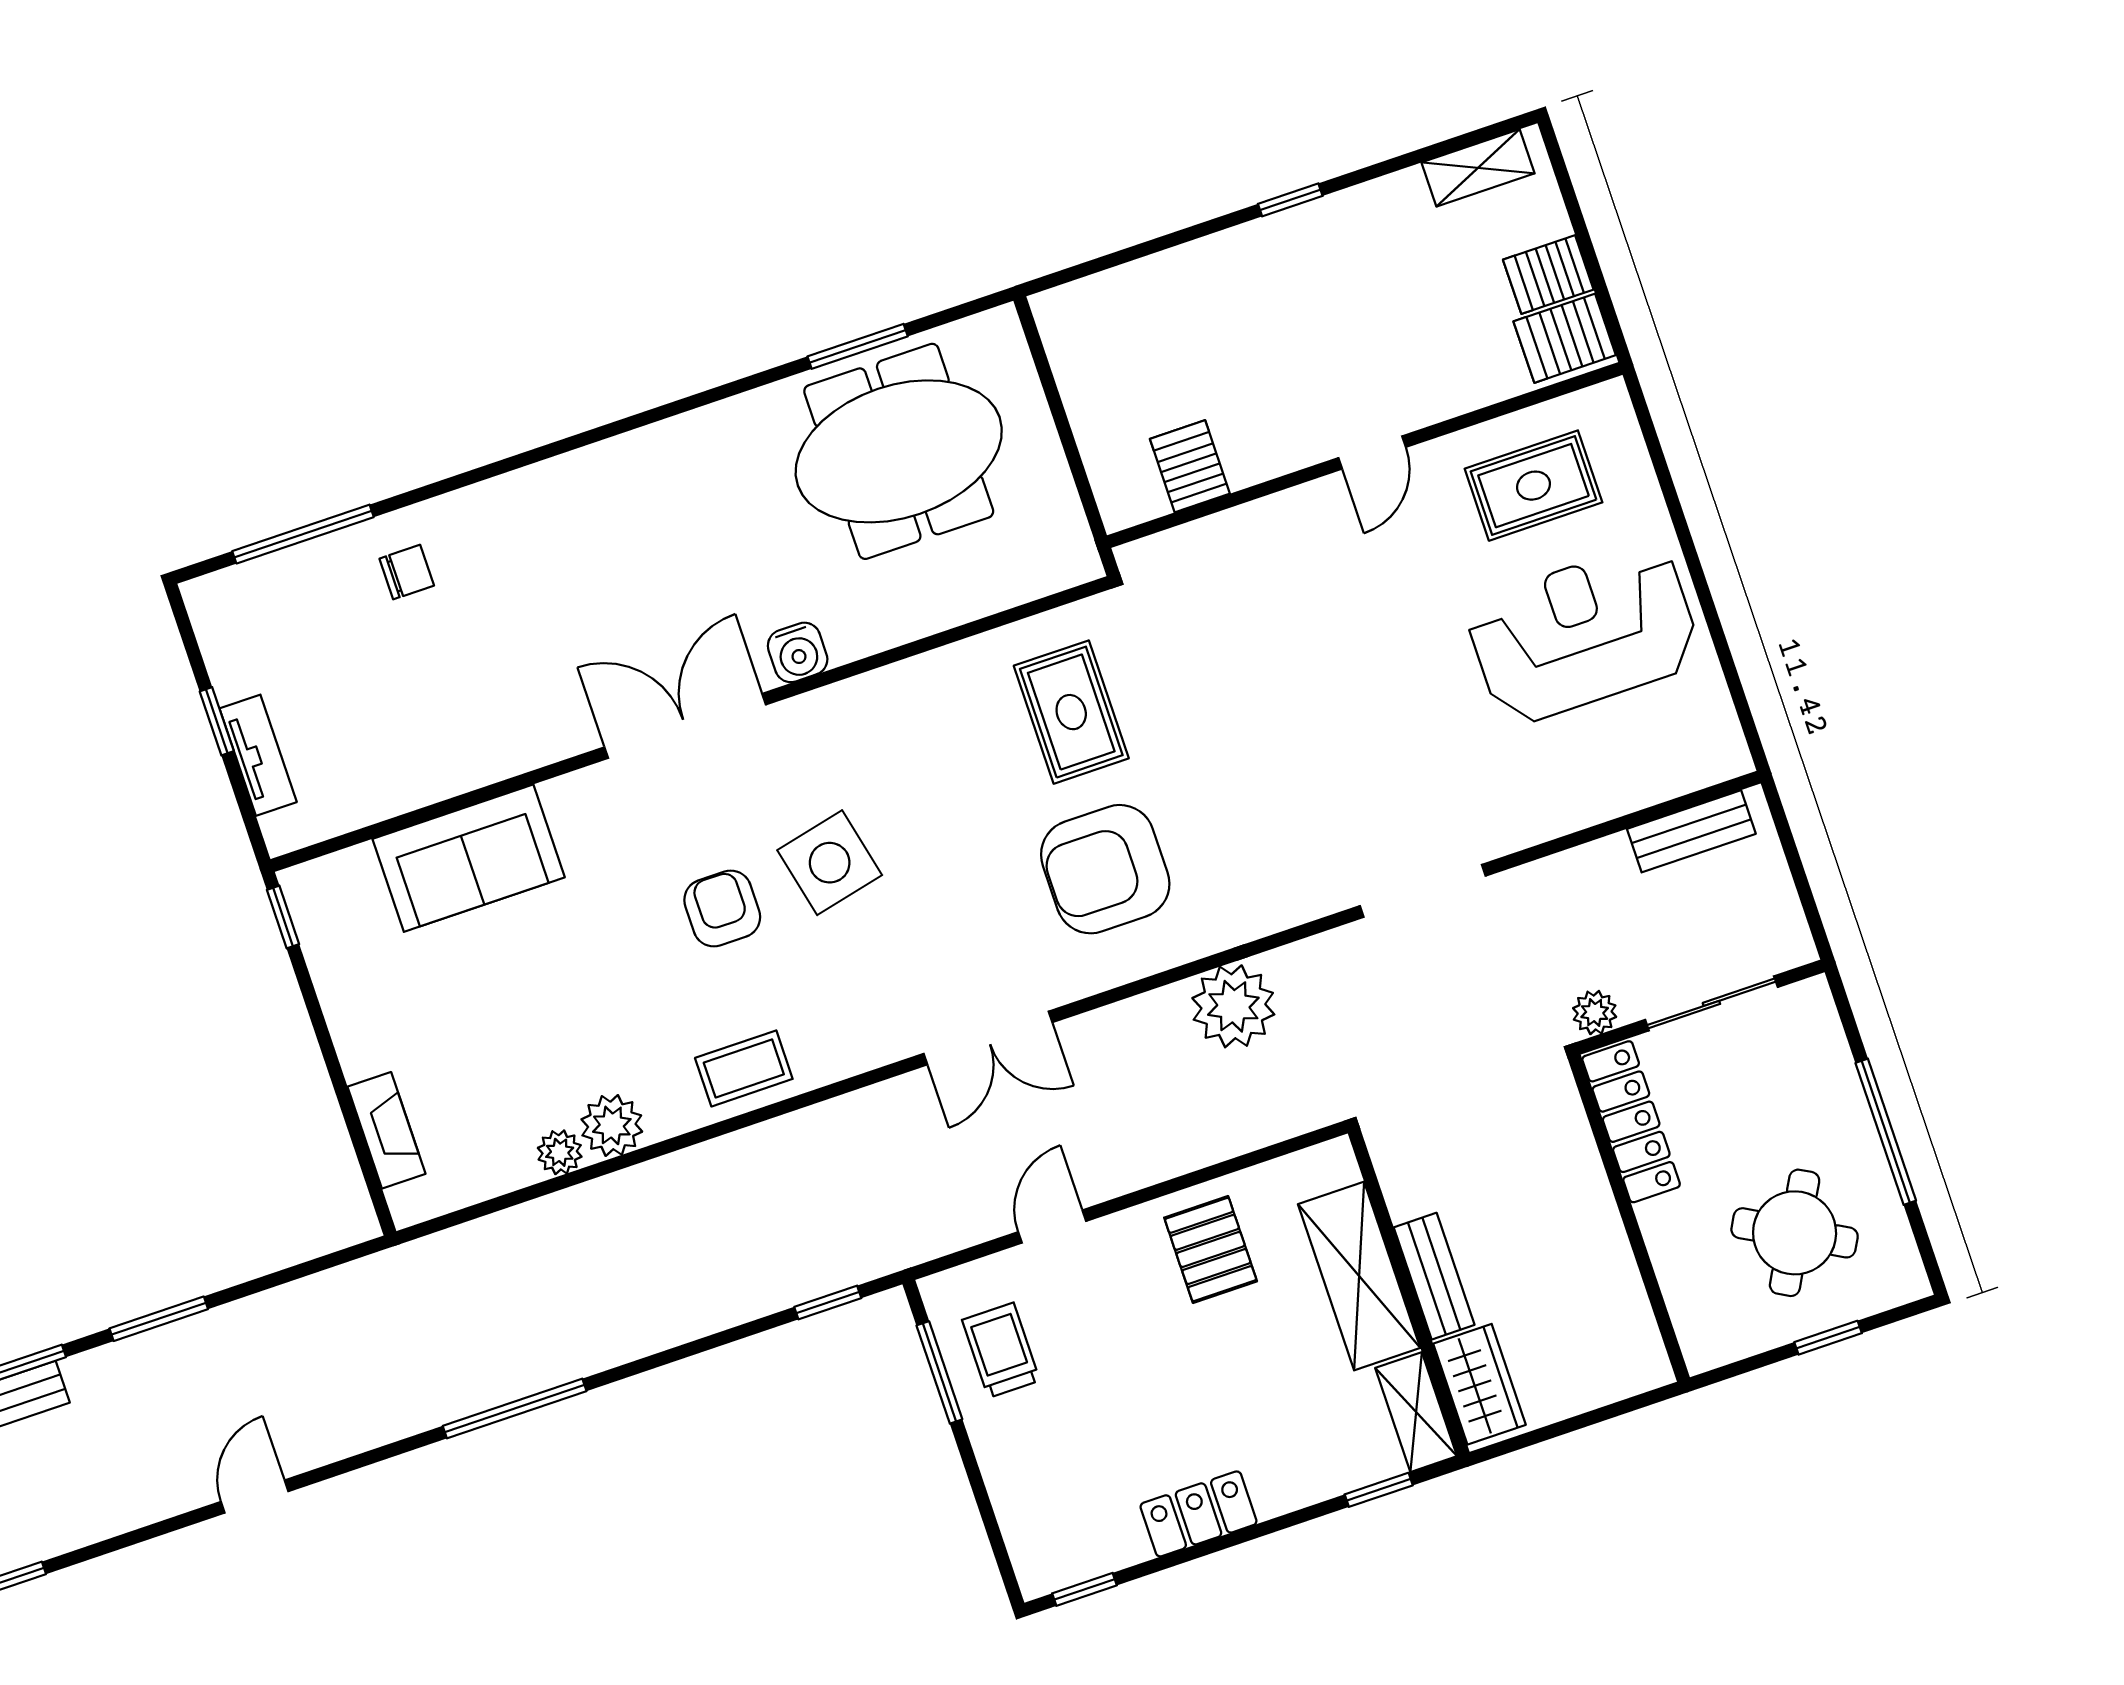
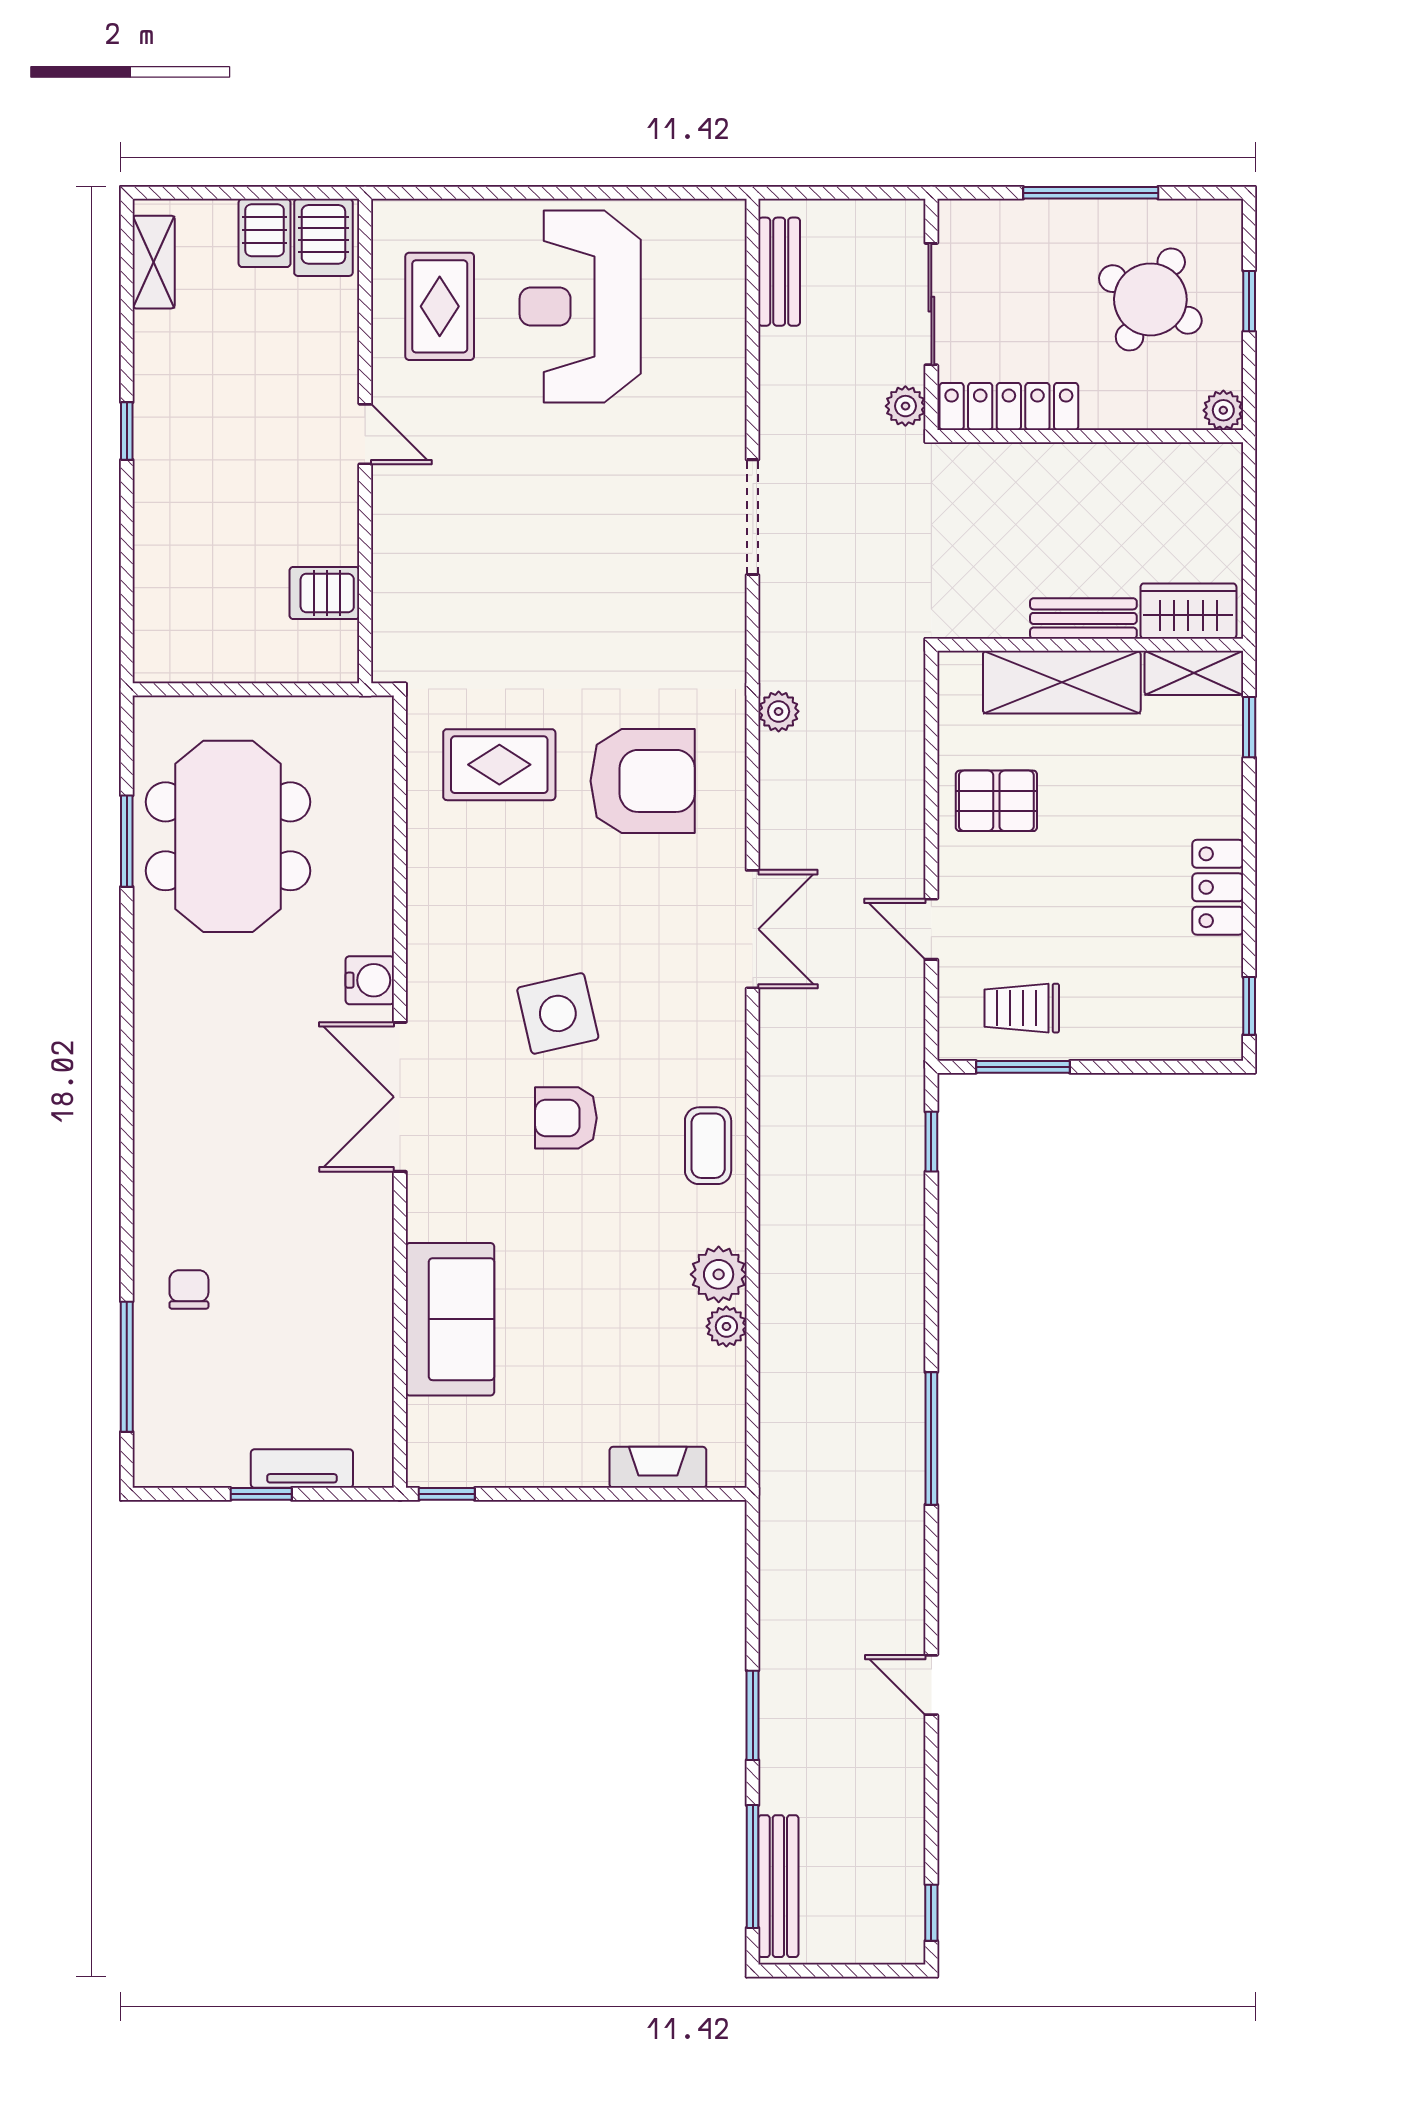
armchair: (1105, 869) -> (643, 781), turned -90
plant: (1233, 1006) -> (779, 711), width x0.53, depth x0.53
plant: (1704, 1349) -> (1223, 410), added

